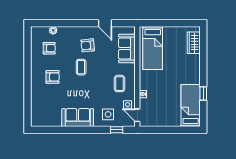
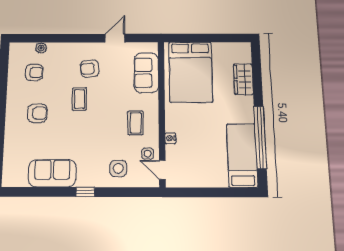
door: (105, 23) -> (115, 38), swing flipped
wardrobe: (194, 43) -> (243, 79), moved
bed: (153, 48) -> (191, 72), width x1.50
window: (203, 93) -> (260, 137), width x3.17
sofa: (78, 118) -> (52, 173), moved
window: (117, 130) -> (85, 192), moved

